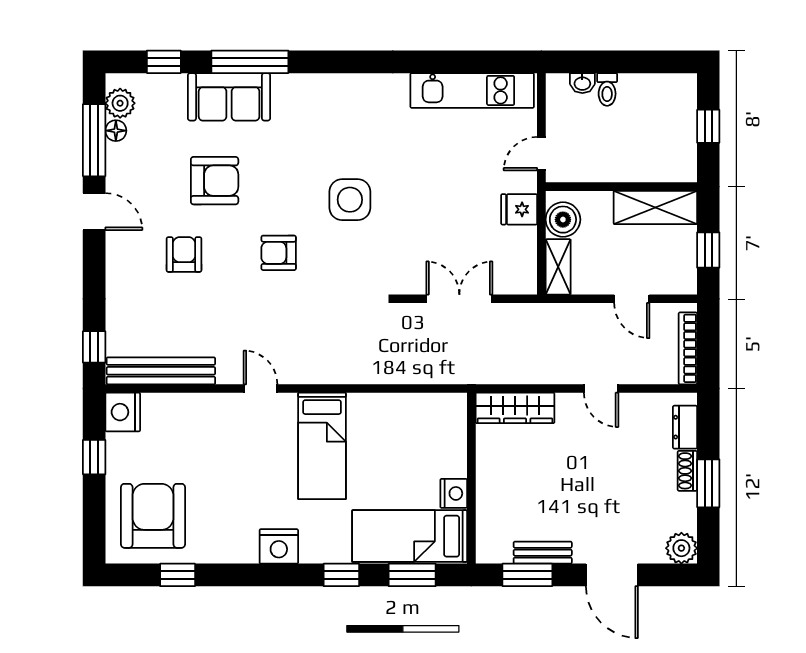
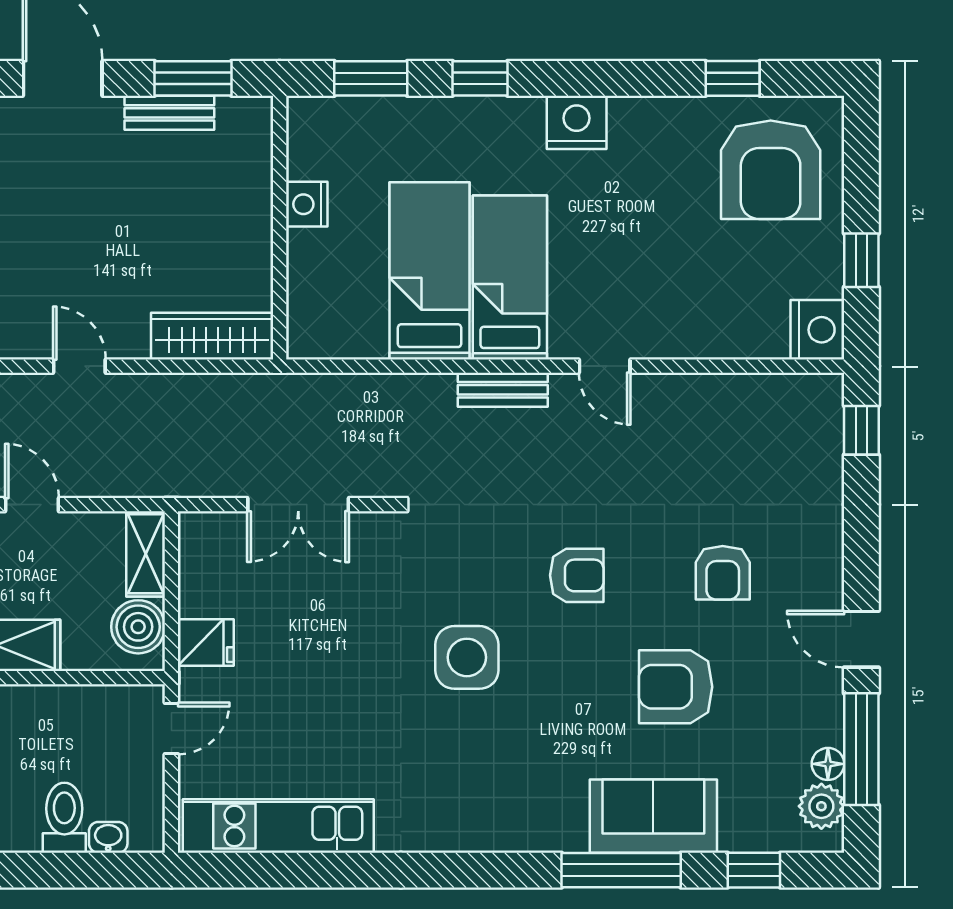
toilet: (607, 89) -> (64, 818), width x1.37, depth x1.39
bench: (161, 371) -> (503, 390), moved, width x0.54, depth x0.82
bed: (410, 536) -> (430, 271), moved, turned -90

